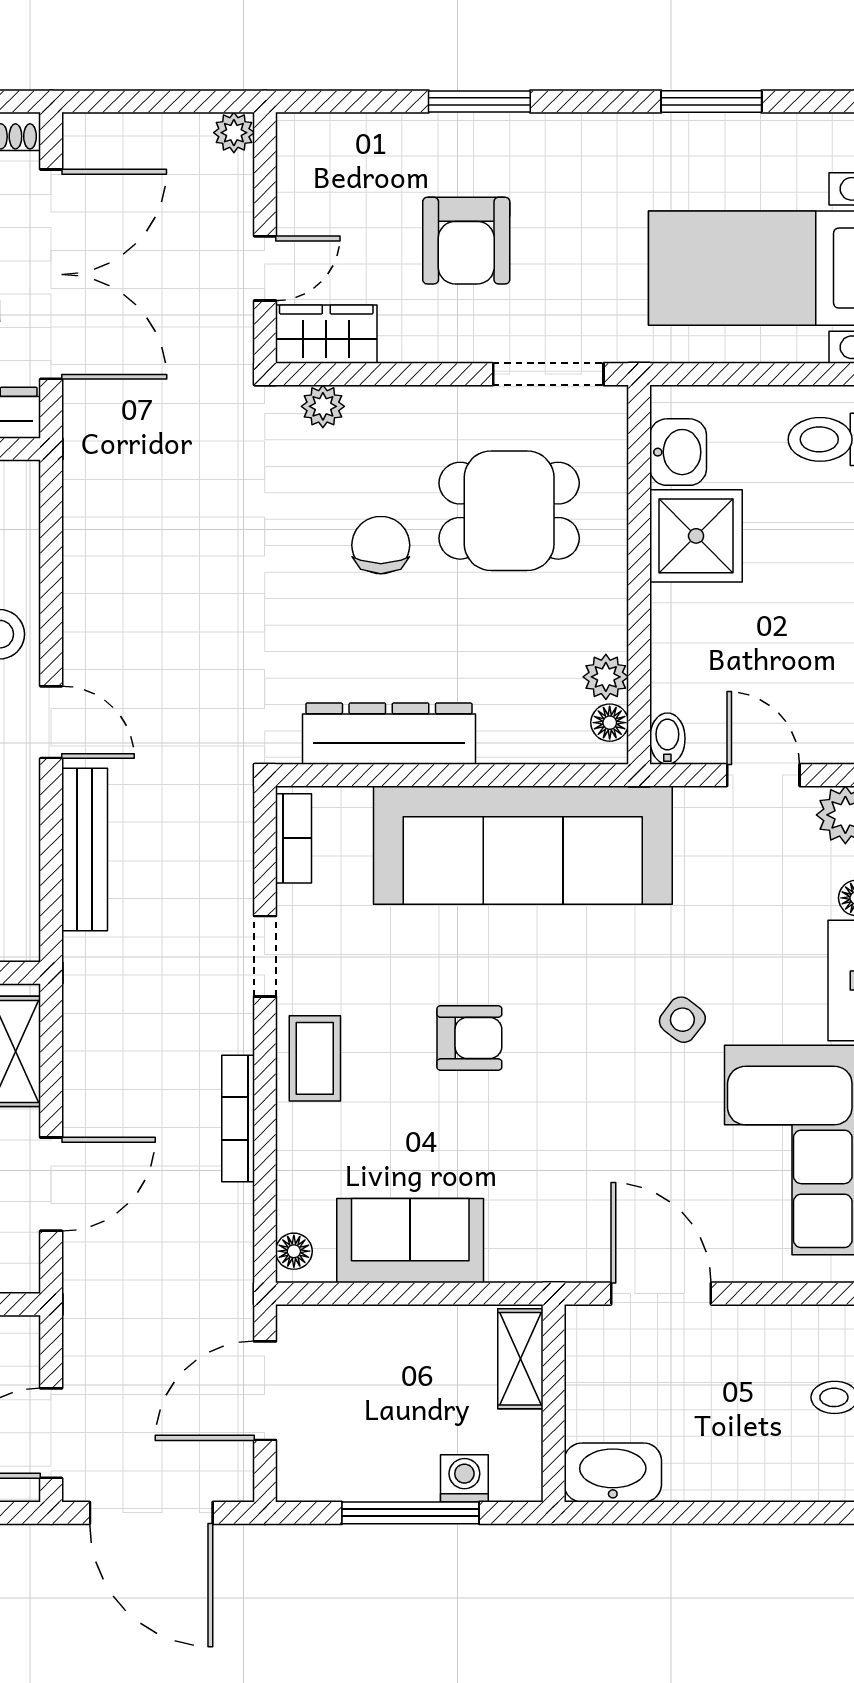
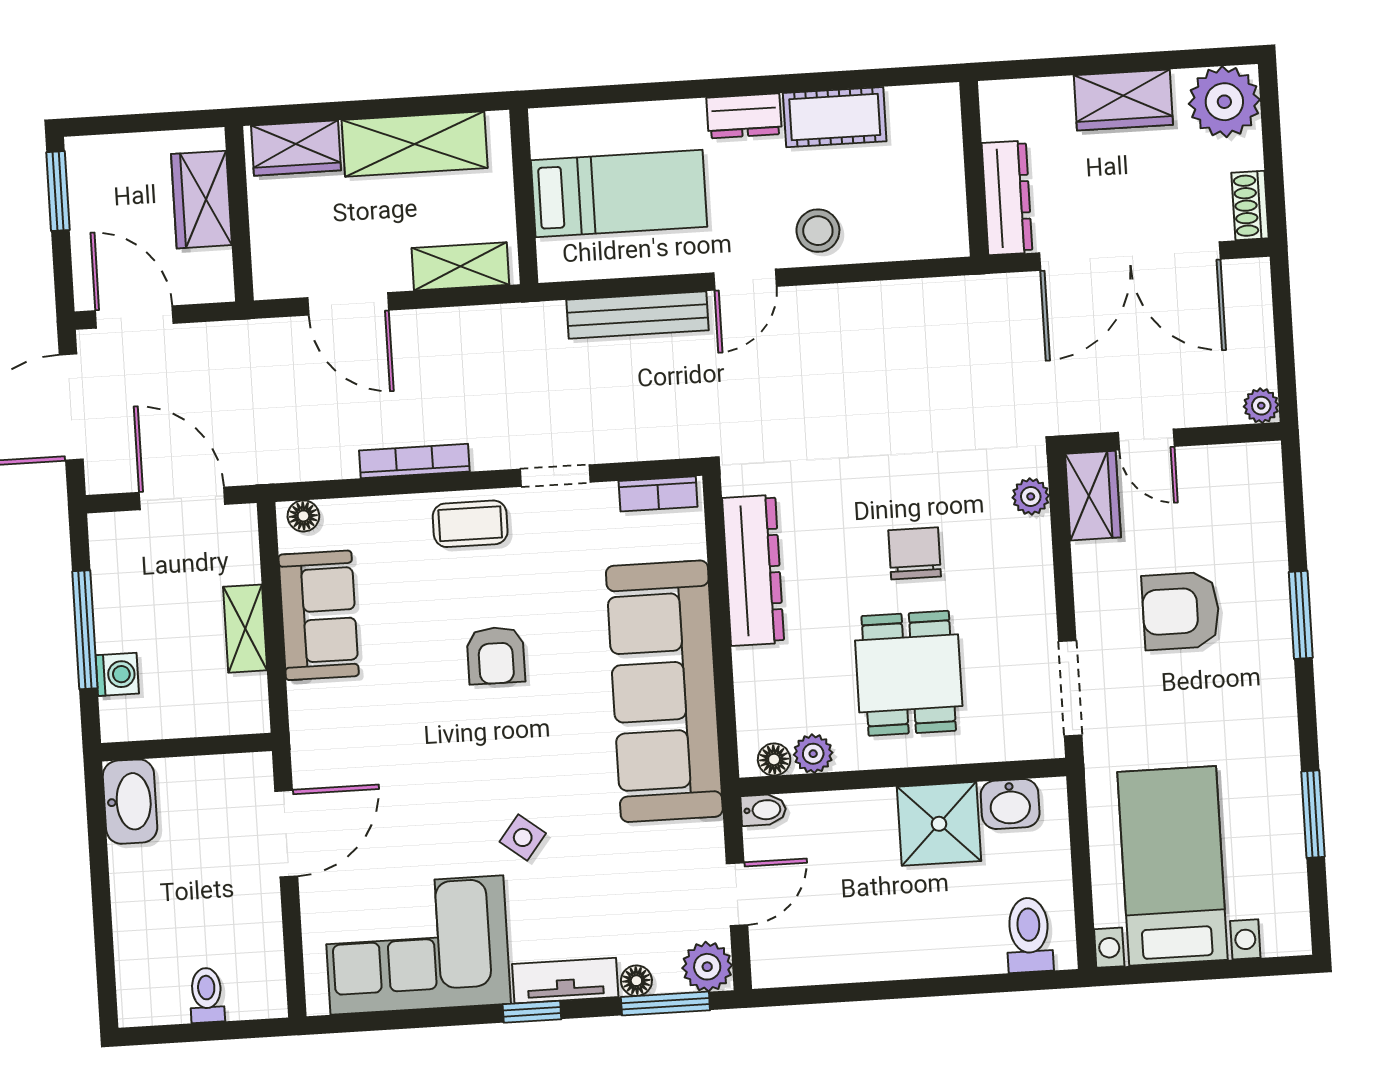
dining table: (509, 511) -> (909, 673), moved
chair: (381, 545) -> (915, 553), turned -90
shelving: (520, 1359) -> (245, 629), moved, turned 90

